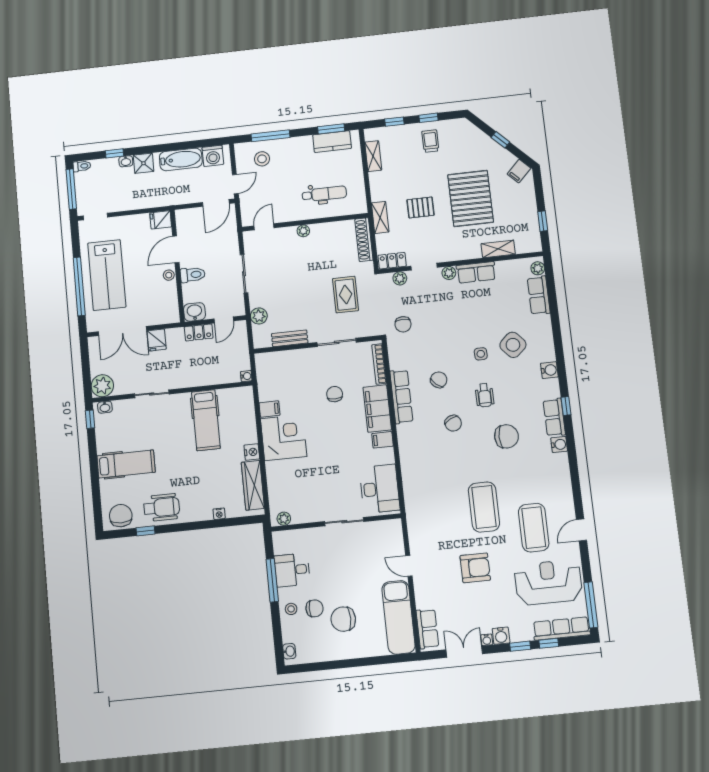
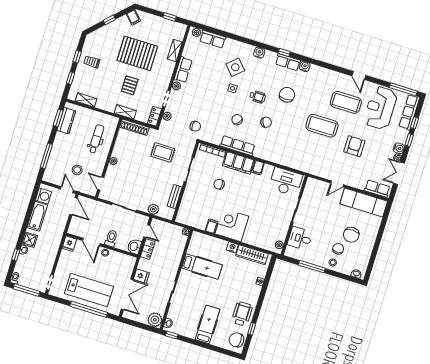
stool: (262, 159) -> (77, 170), moved
desk: (292, 570) -> (300, 238), moved, turned 90

